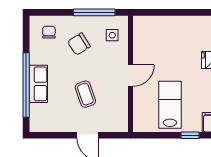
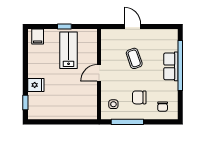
chair: (79, 44) -> (139, 97), turned -148
lab bench: (170, 105) -> (69, 50), turned 180
window: (190, 135) -> (64, 26), moved

